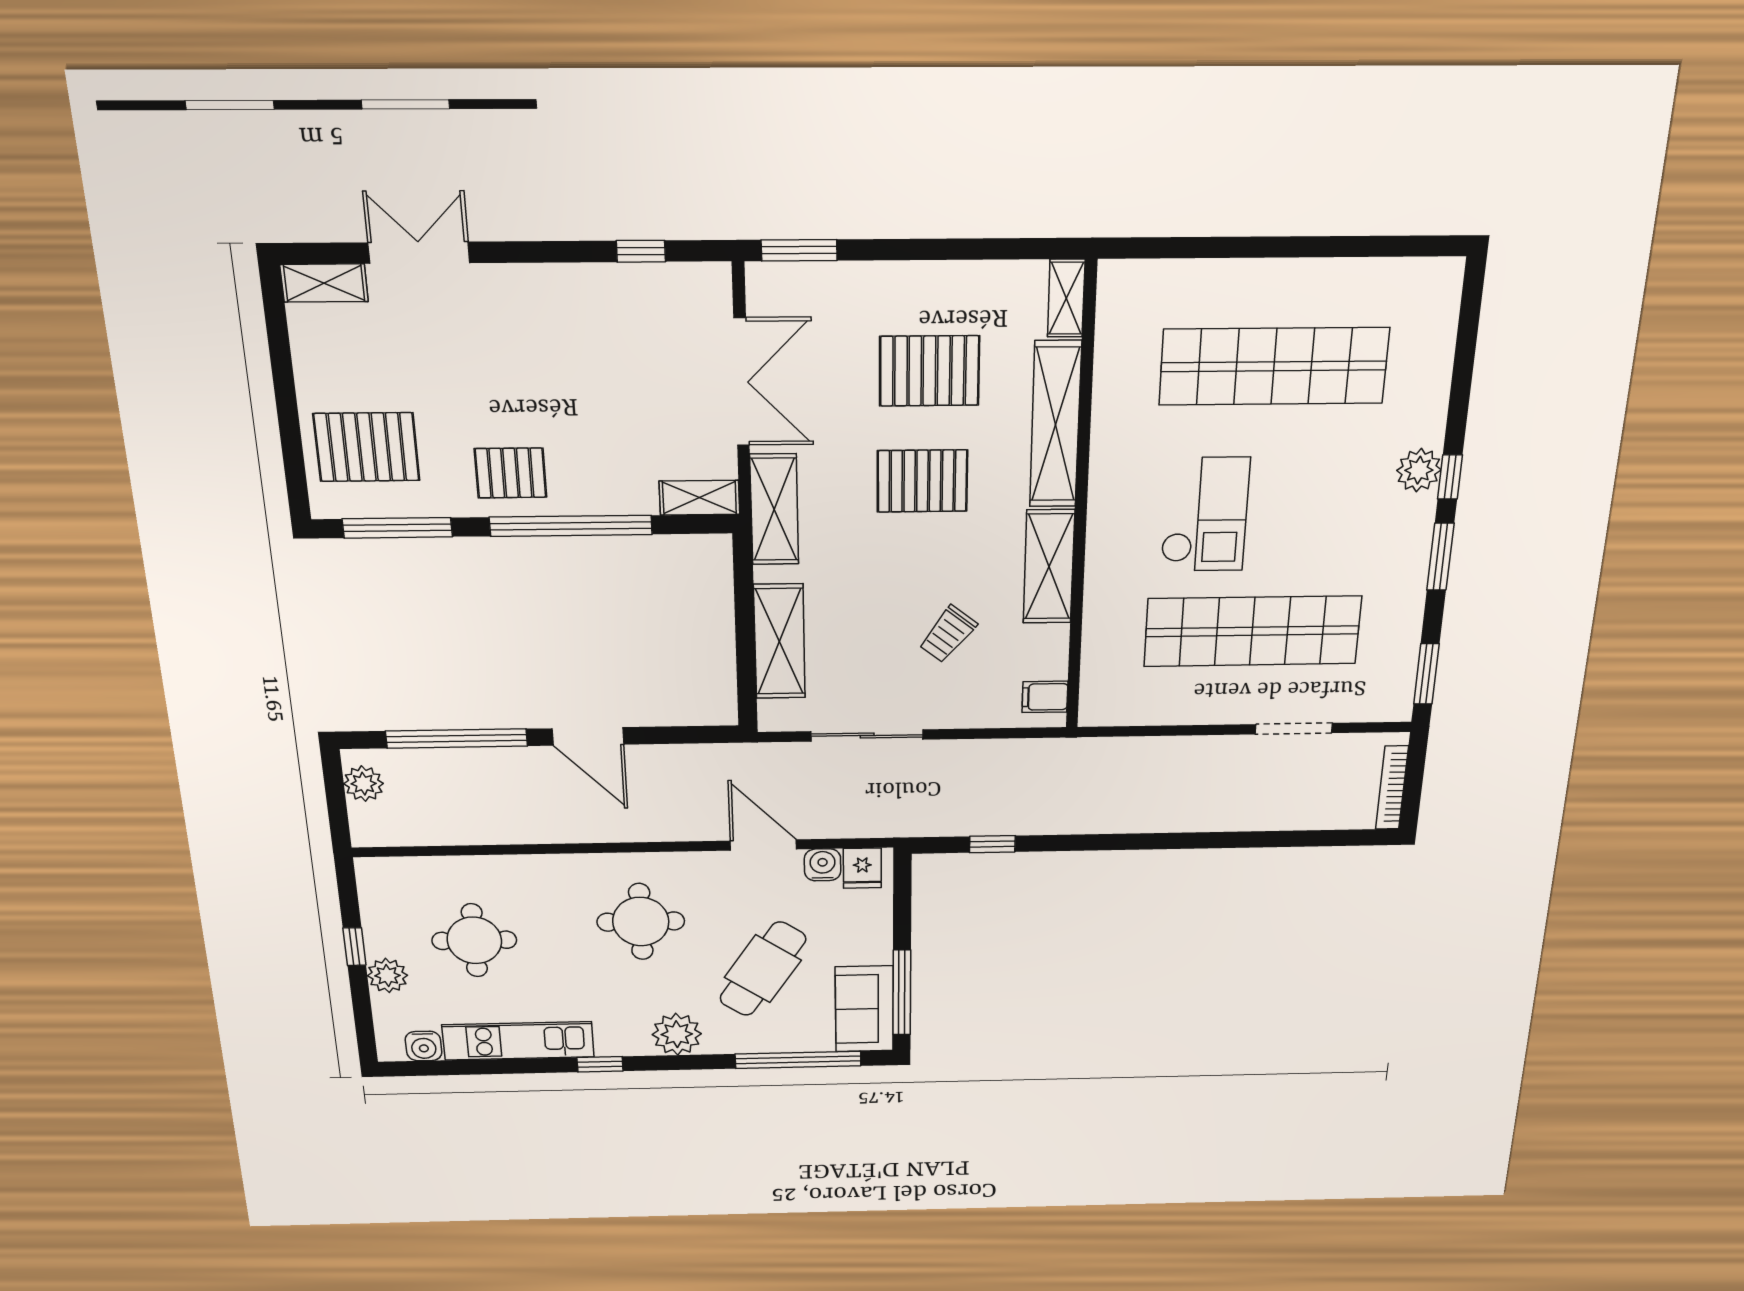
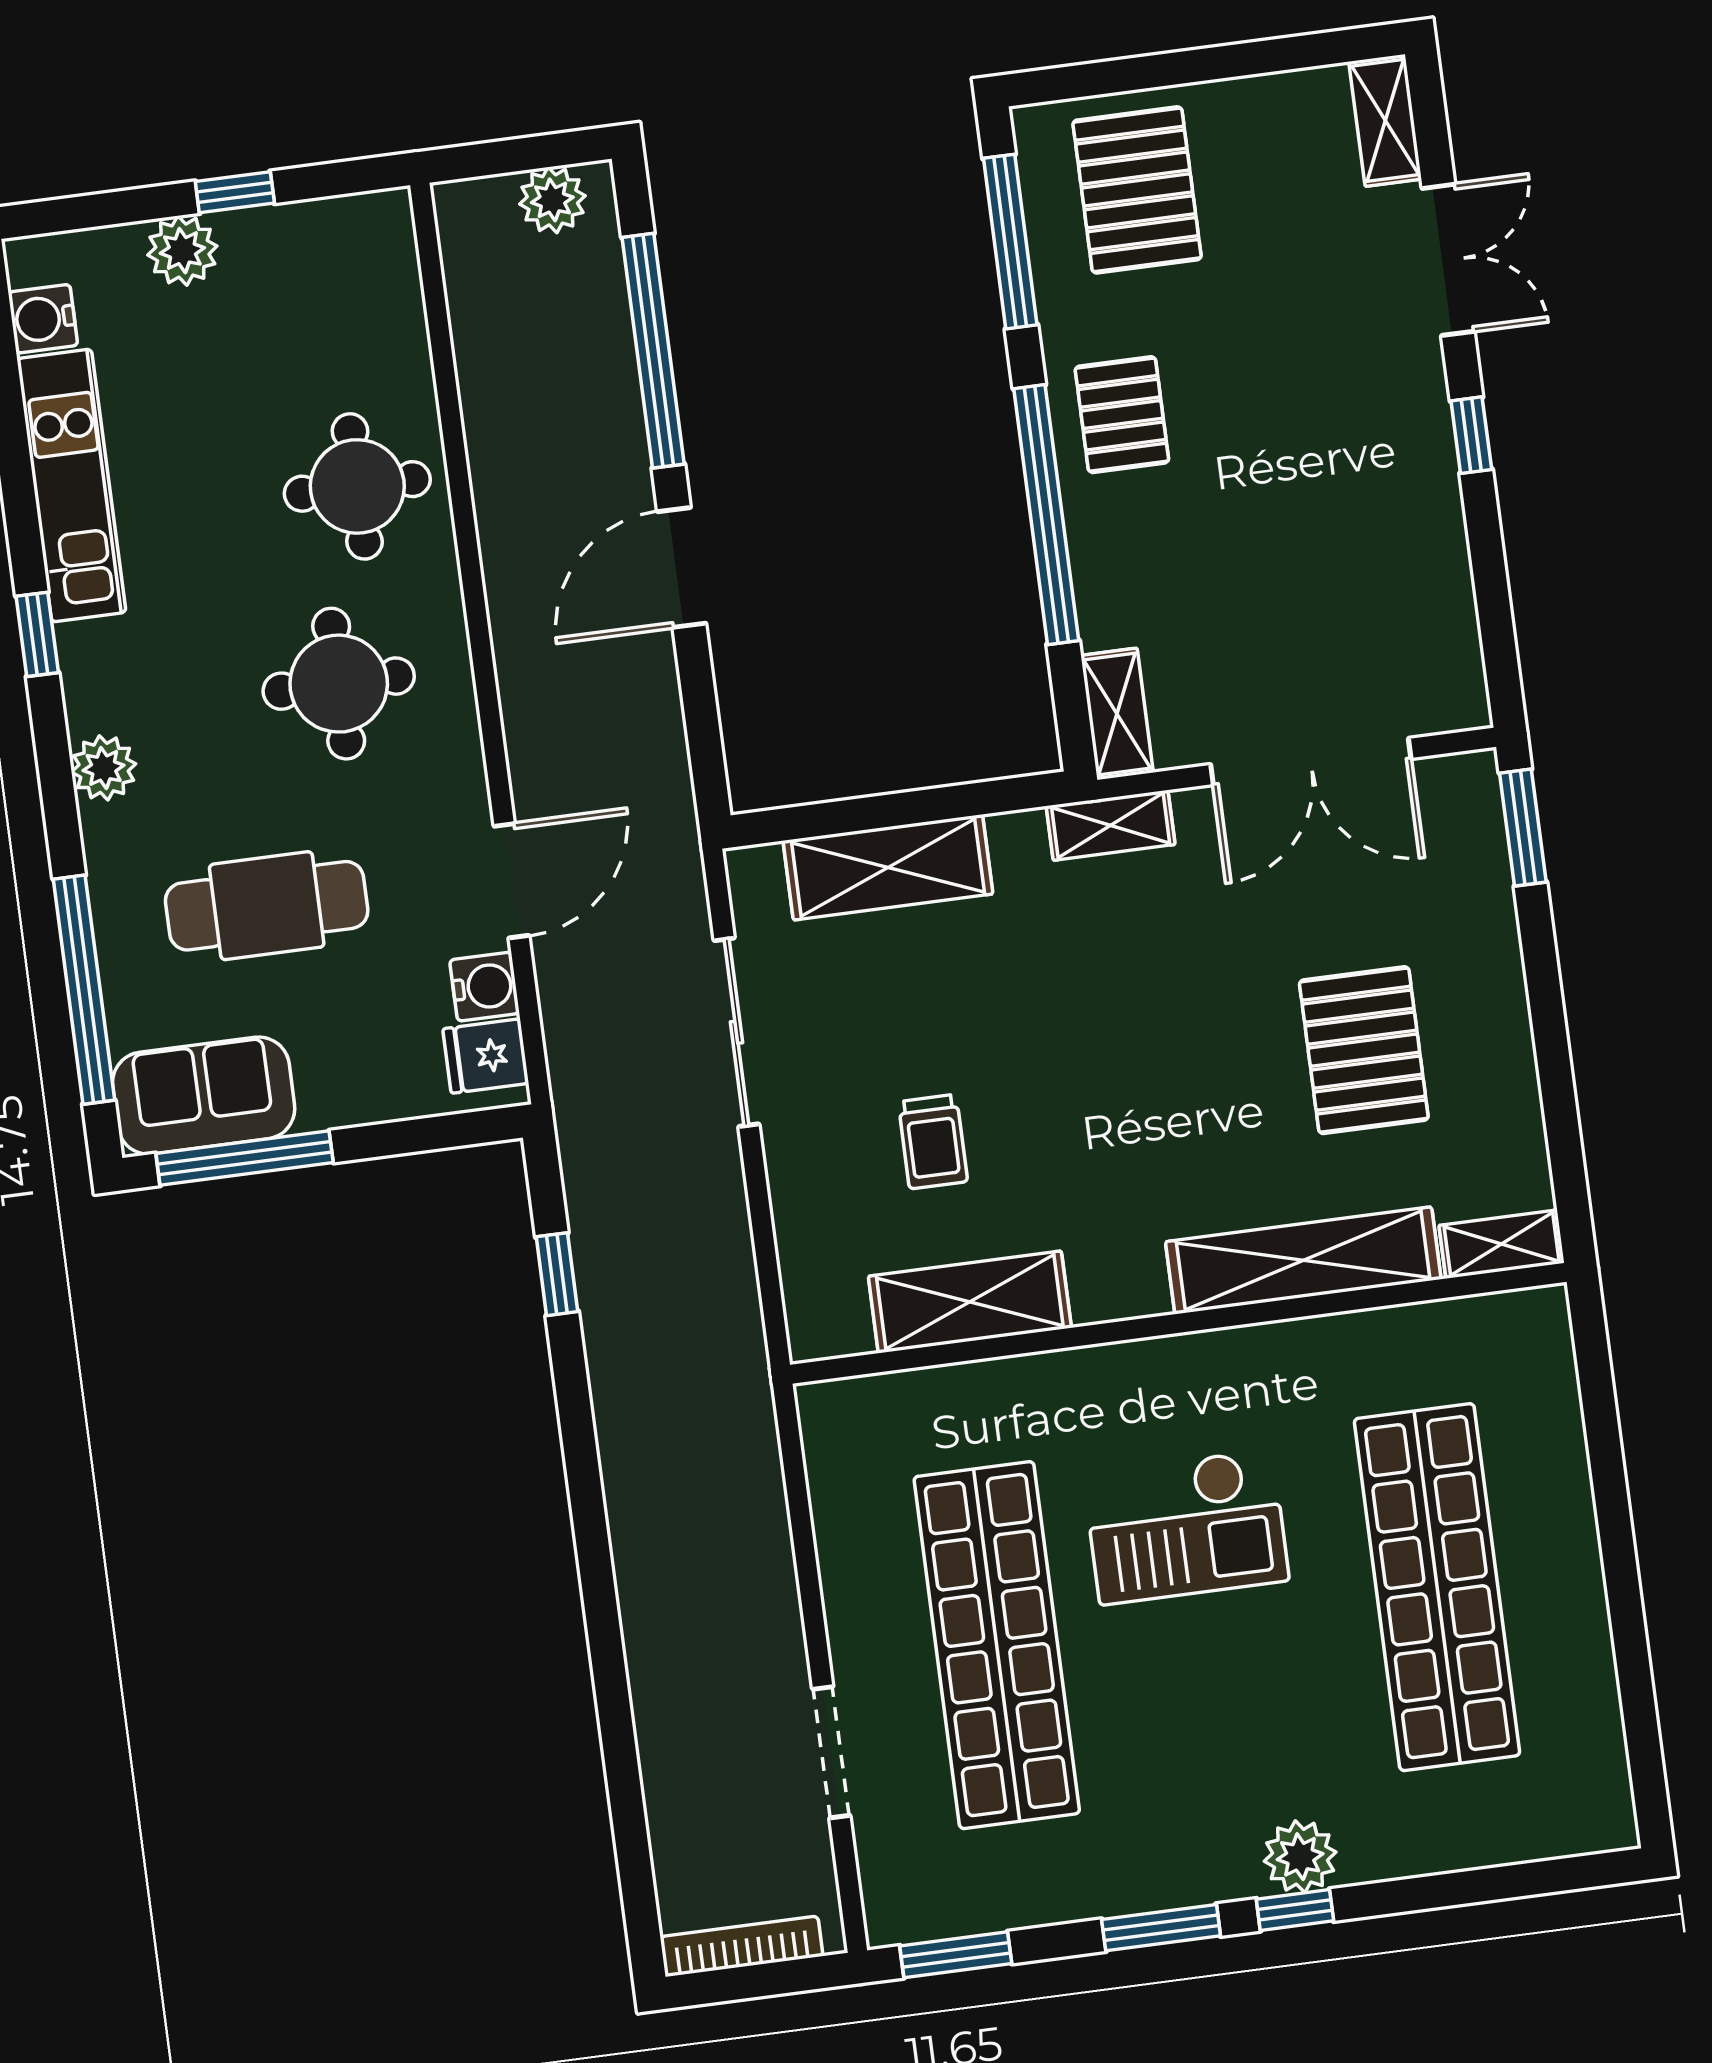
window: (641, 251) -> (1471, 435), moved
pallet: (922, 481) -> (1187, 1064), removed
shelving: (774, 509) -> (1111, 825), width x0.67, depth x0.75
shelving: (1049, 567) -> (970, 1302), moved
trolley: (948, 634) -> (933, 1142), turned -128
filing cabinet: (1045, 697) -> (841, 1320), removed
round table: (474, 940) -> (357, 486), moved
cafe table: (763, 969) -> (267, 906), turned -34
plant: (677, 1034) -> (104, 768), width x0.73, depth x0.73

